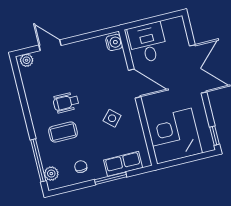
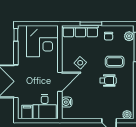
filing cabinet: (171, 29) -> (27, 112), added
water cooler: (114, 42) -> (67, 102), moved
door: (135, 84) -> (60, 82), swing flipped
row of seats: (123, 164) -> (80, 31), width x1.48

